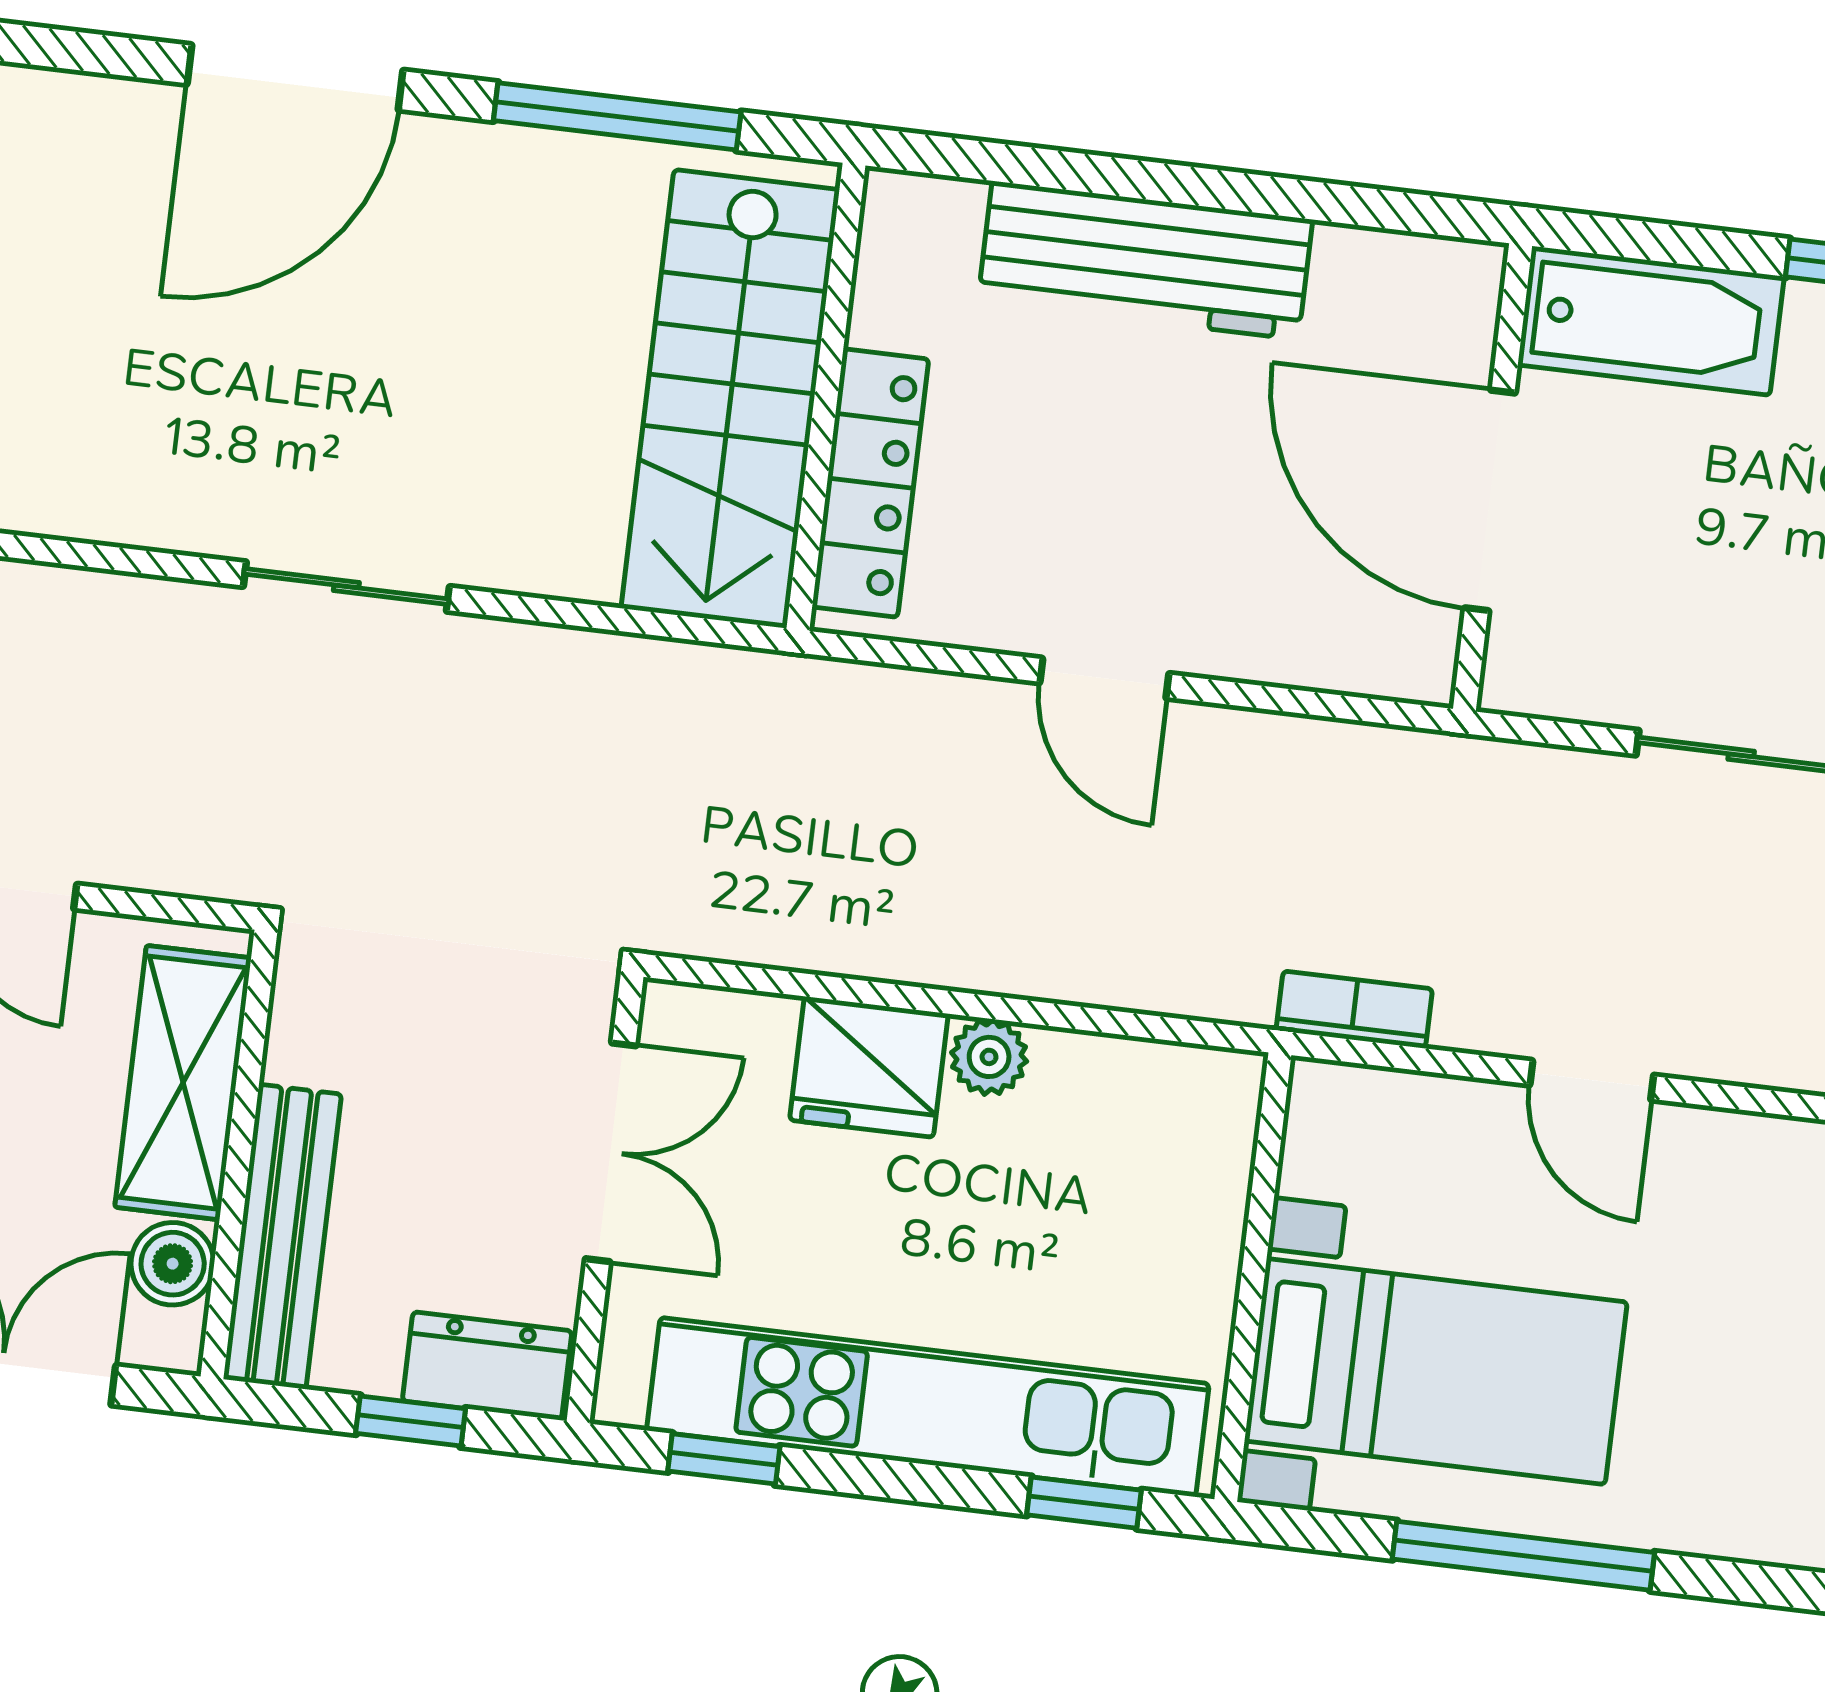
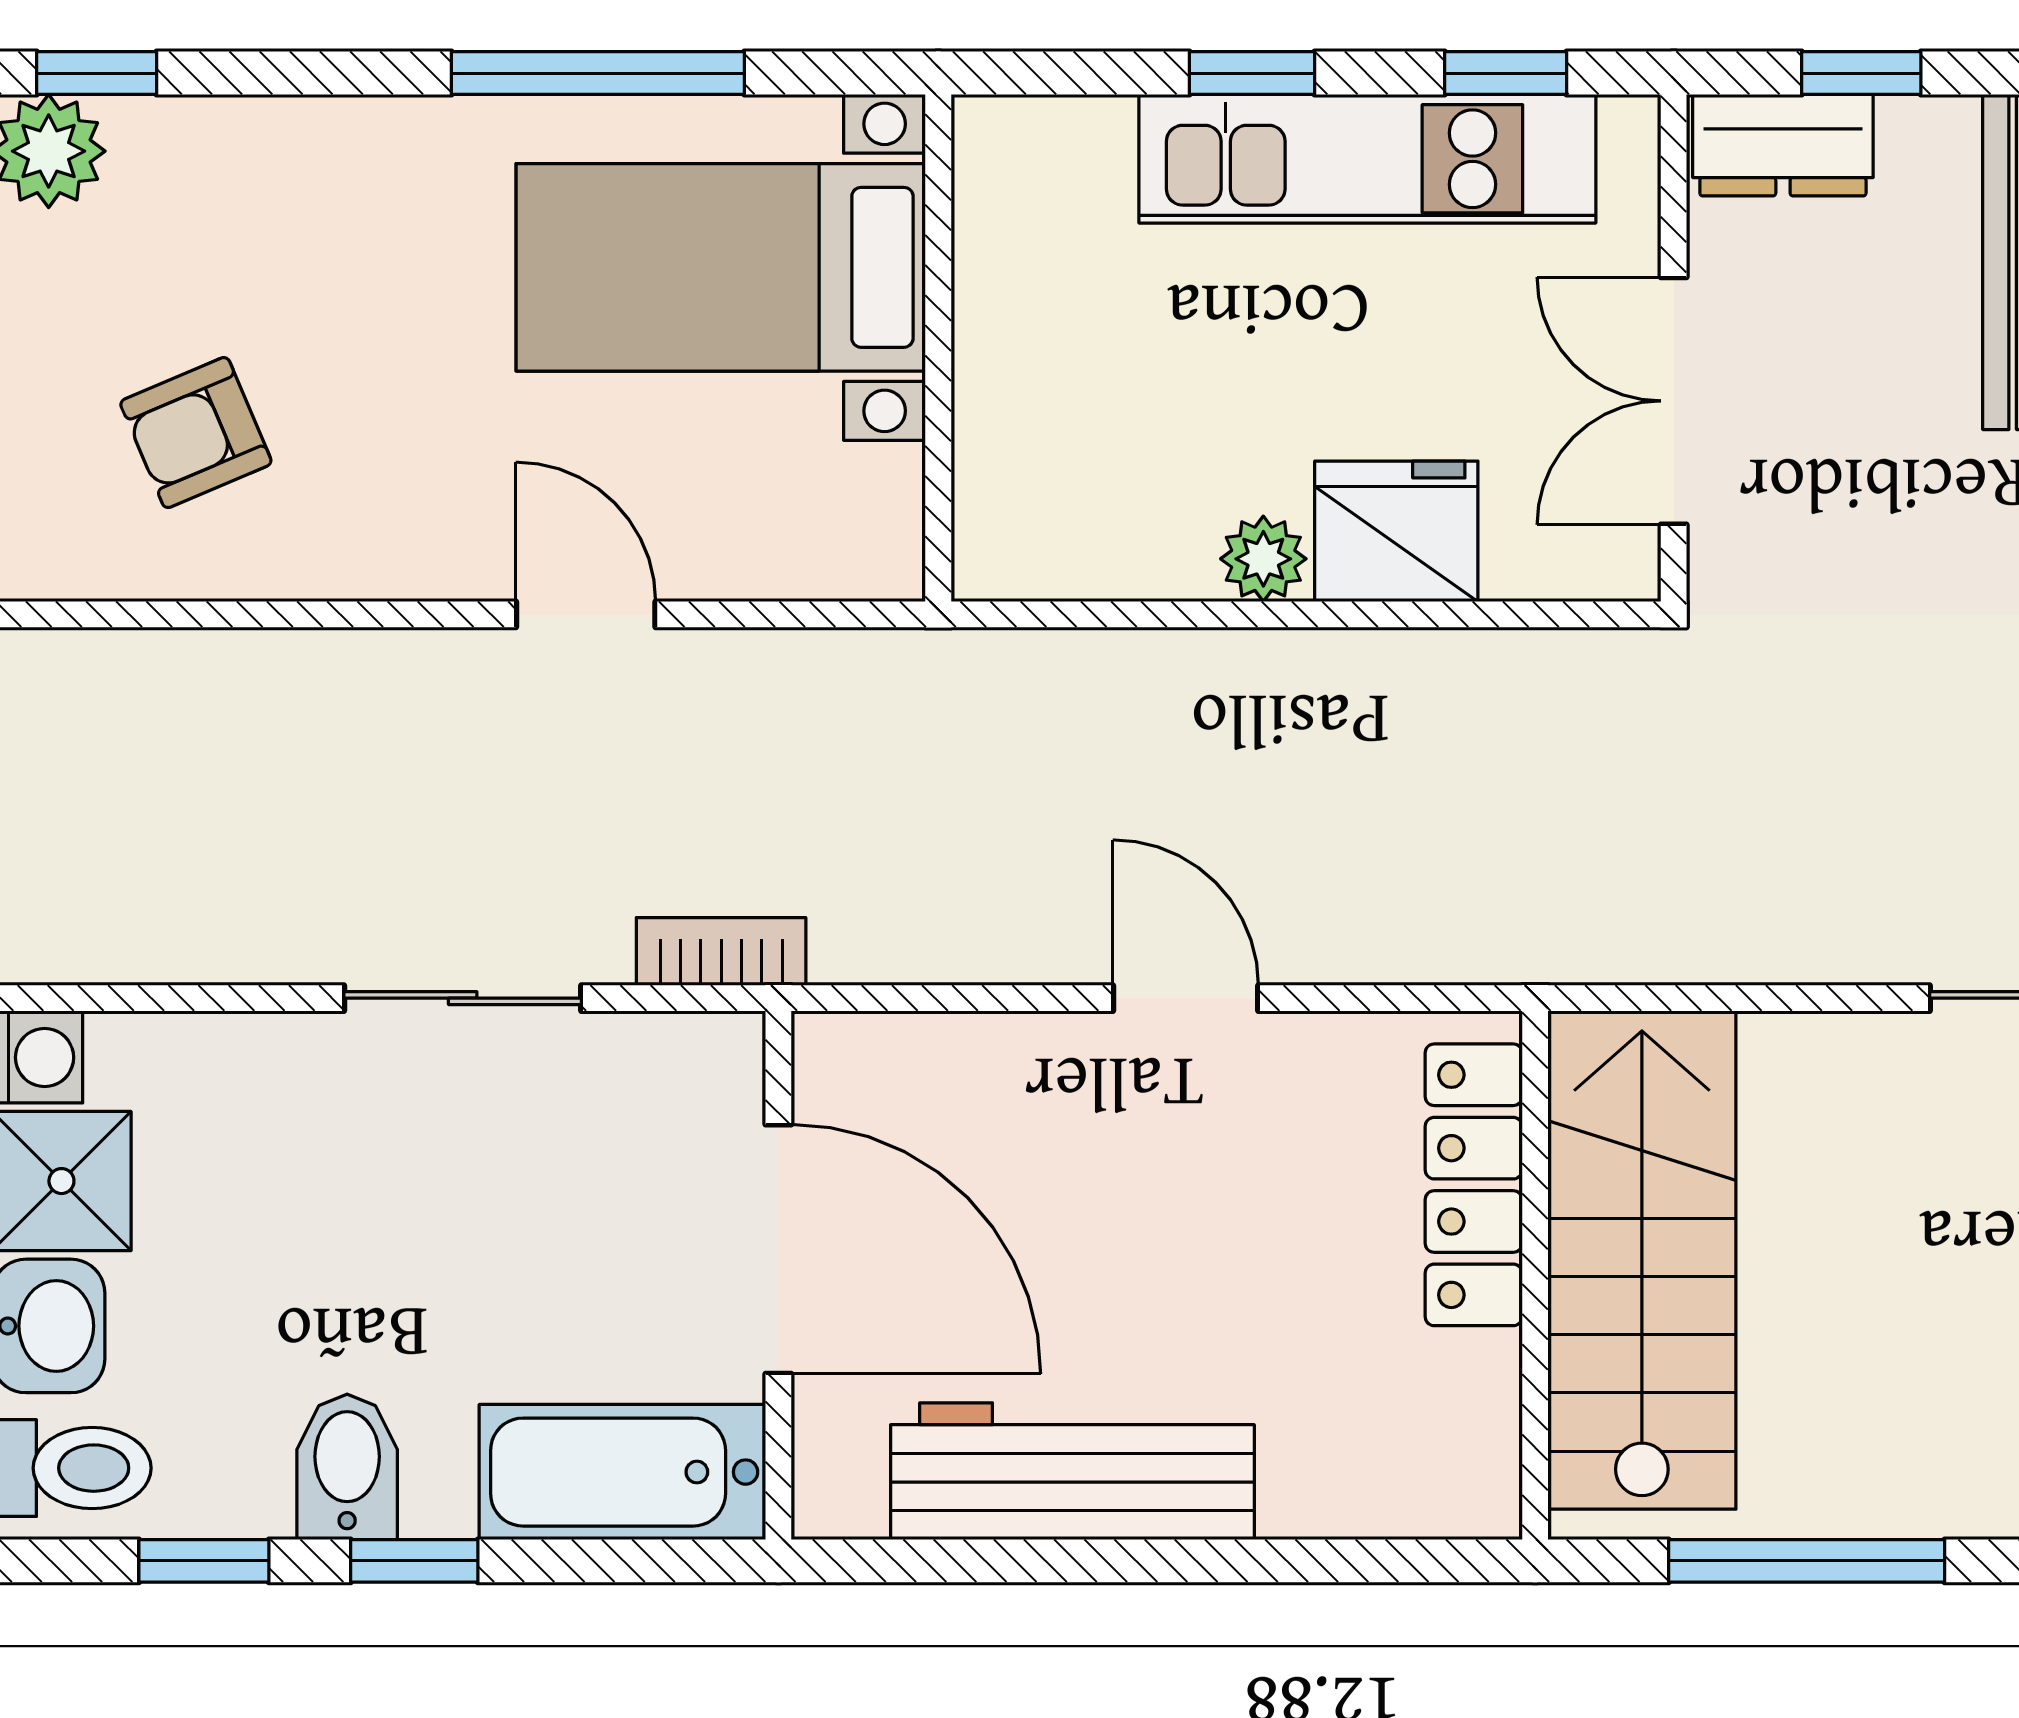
workbench: (1145, 260) -> (1072, 1471), moved
bookcase: (1354, 1010) -> (721, 951), moved, turned 180
kitchen unit: (928, 1407) -> (1367, 159), width x0.73
window: (1084, 1503) -> (1252, 73), moved

